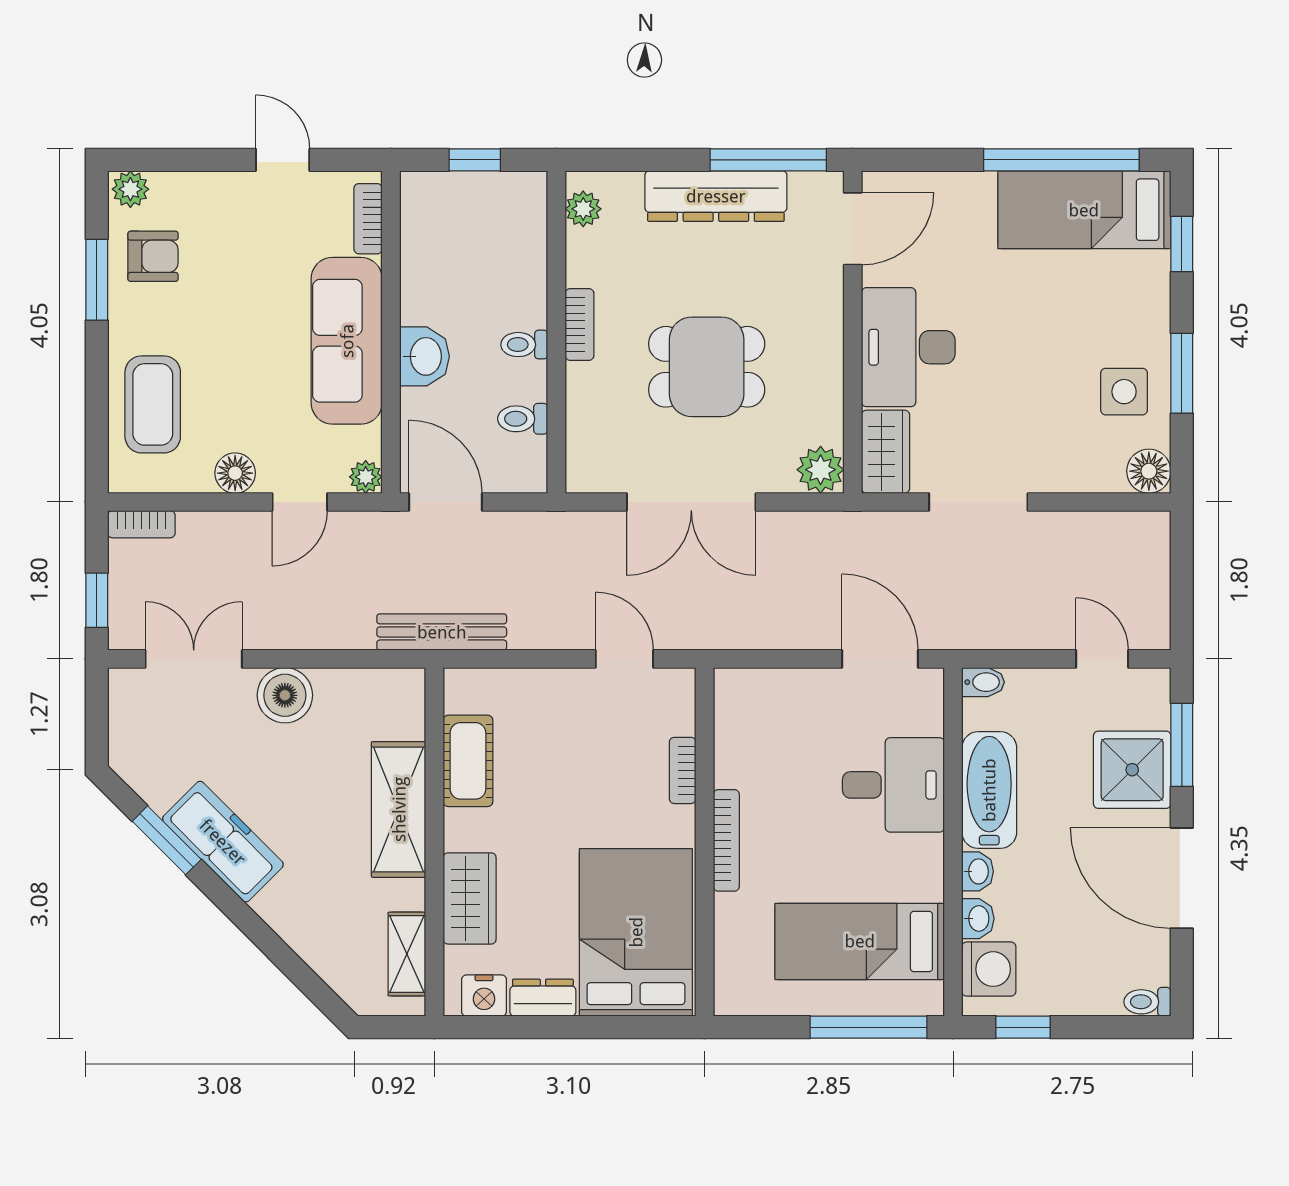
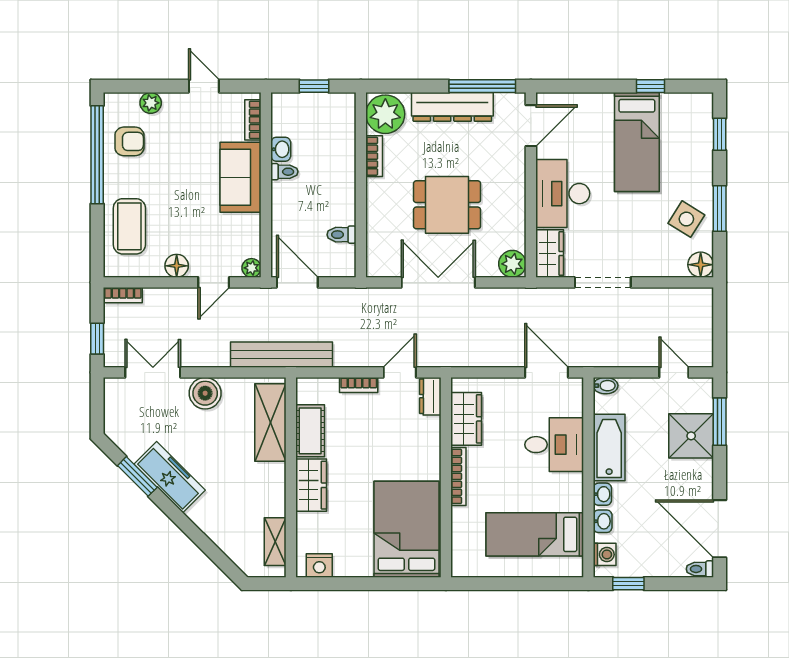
window: (1061, 160) -> (650, 86), width x0.32
plant: (130, 189) -> (151, 103), moved
plant: (583, 209) -> (385, 114), width x1.87, depth x1.87
bed: (1084, 210) -> (637, 142), moved, turned -90
window: (97, 280) -> (97, 155), width x2.11
bookcase: (579, 325) -> (374, 156), moved
sofa: (347, 341) -> (241, 177), width x0.73
toilet: (524, 345) -> (284, 172), moved, turned 180
washbasin: (424, 356) -> (281, 149), moved, width x0.72, depth x0.69
side table: (1124, 392) -> (686, 219), turned 32
double door: (691, 502) -> (438, 282), swing flipped
bench: (442, 632) -> (281, 355), width x1.37, depth x1.21
door: (624, 659) -> (400, 372), hinge flipped
wardrobe: (740, 740) -> (466, 419), added
bookcase: (683, 770) -> (359, 385), moved, turned -90
shelving: (399, 809) -> (270, 423), moved
door: (1182, 878) -> (720, 529), moved
wardrobe: (470, 898) -> (311, 485), moved
washing machine: (989, 969) -> (605, 554), width x0.73, depth x0.73
dresser: (543, 998) -> (430, 396), moved, turned -90
window: (868, 1027) -> (540, 584), removed

